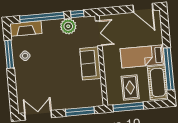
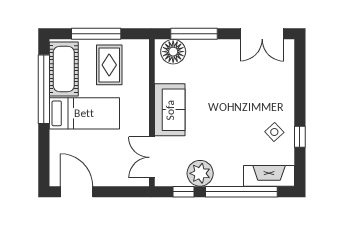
window: (9, 54) -> (300, 137), width x0.46
floor lamp: (92, 99) -> (173, 52), added
window: (128, 107) -> (96, 34), moved

